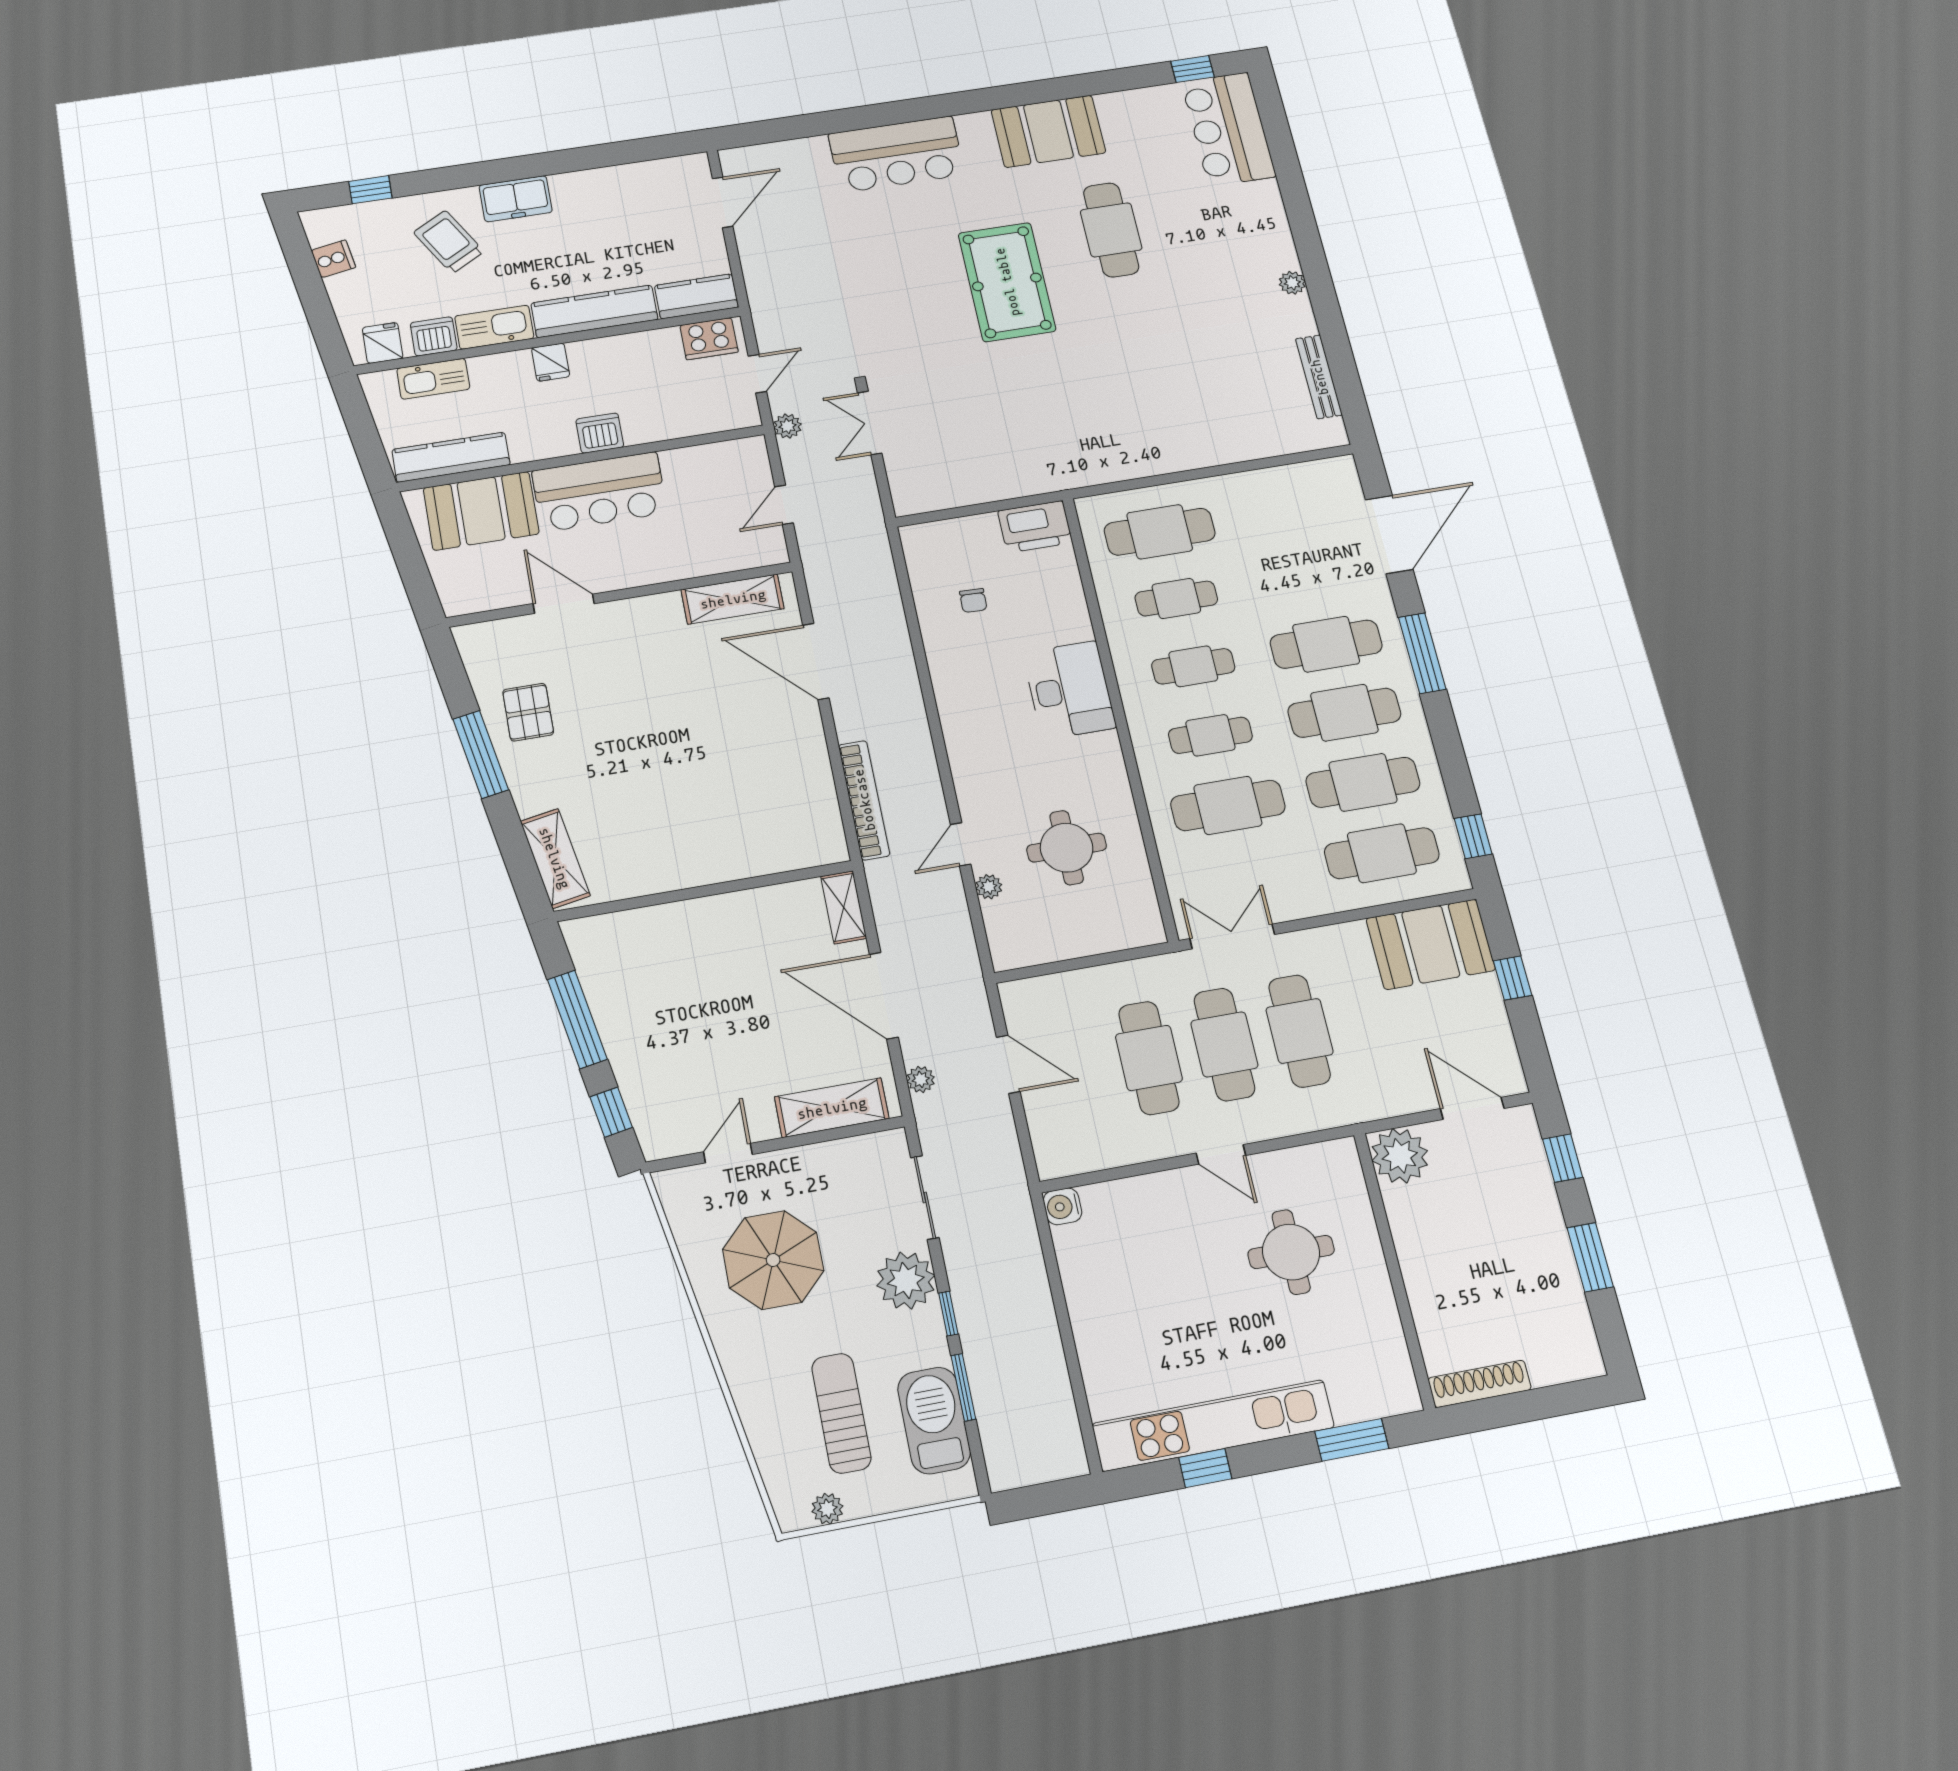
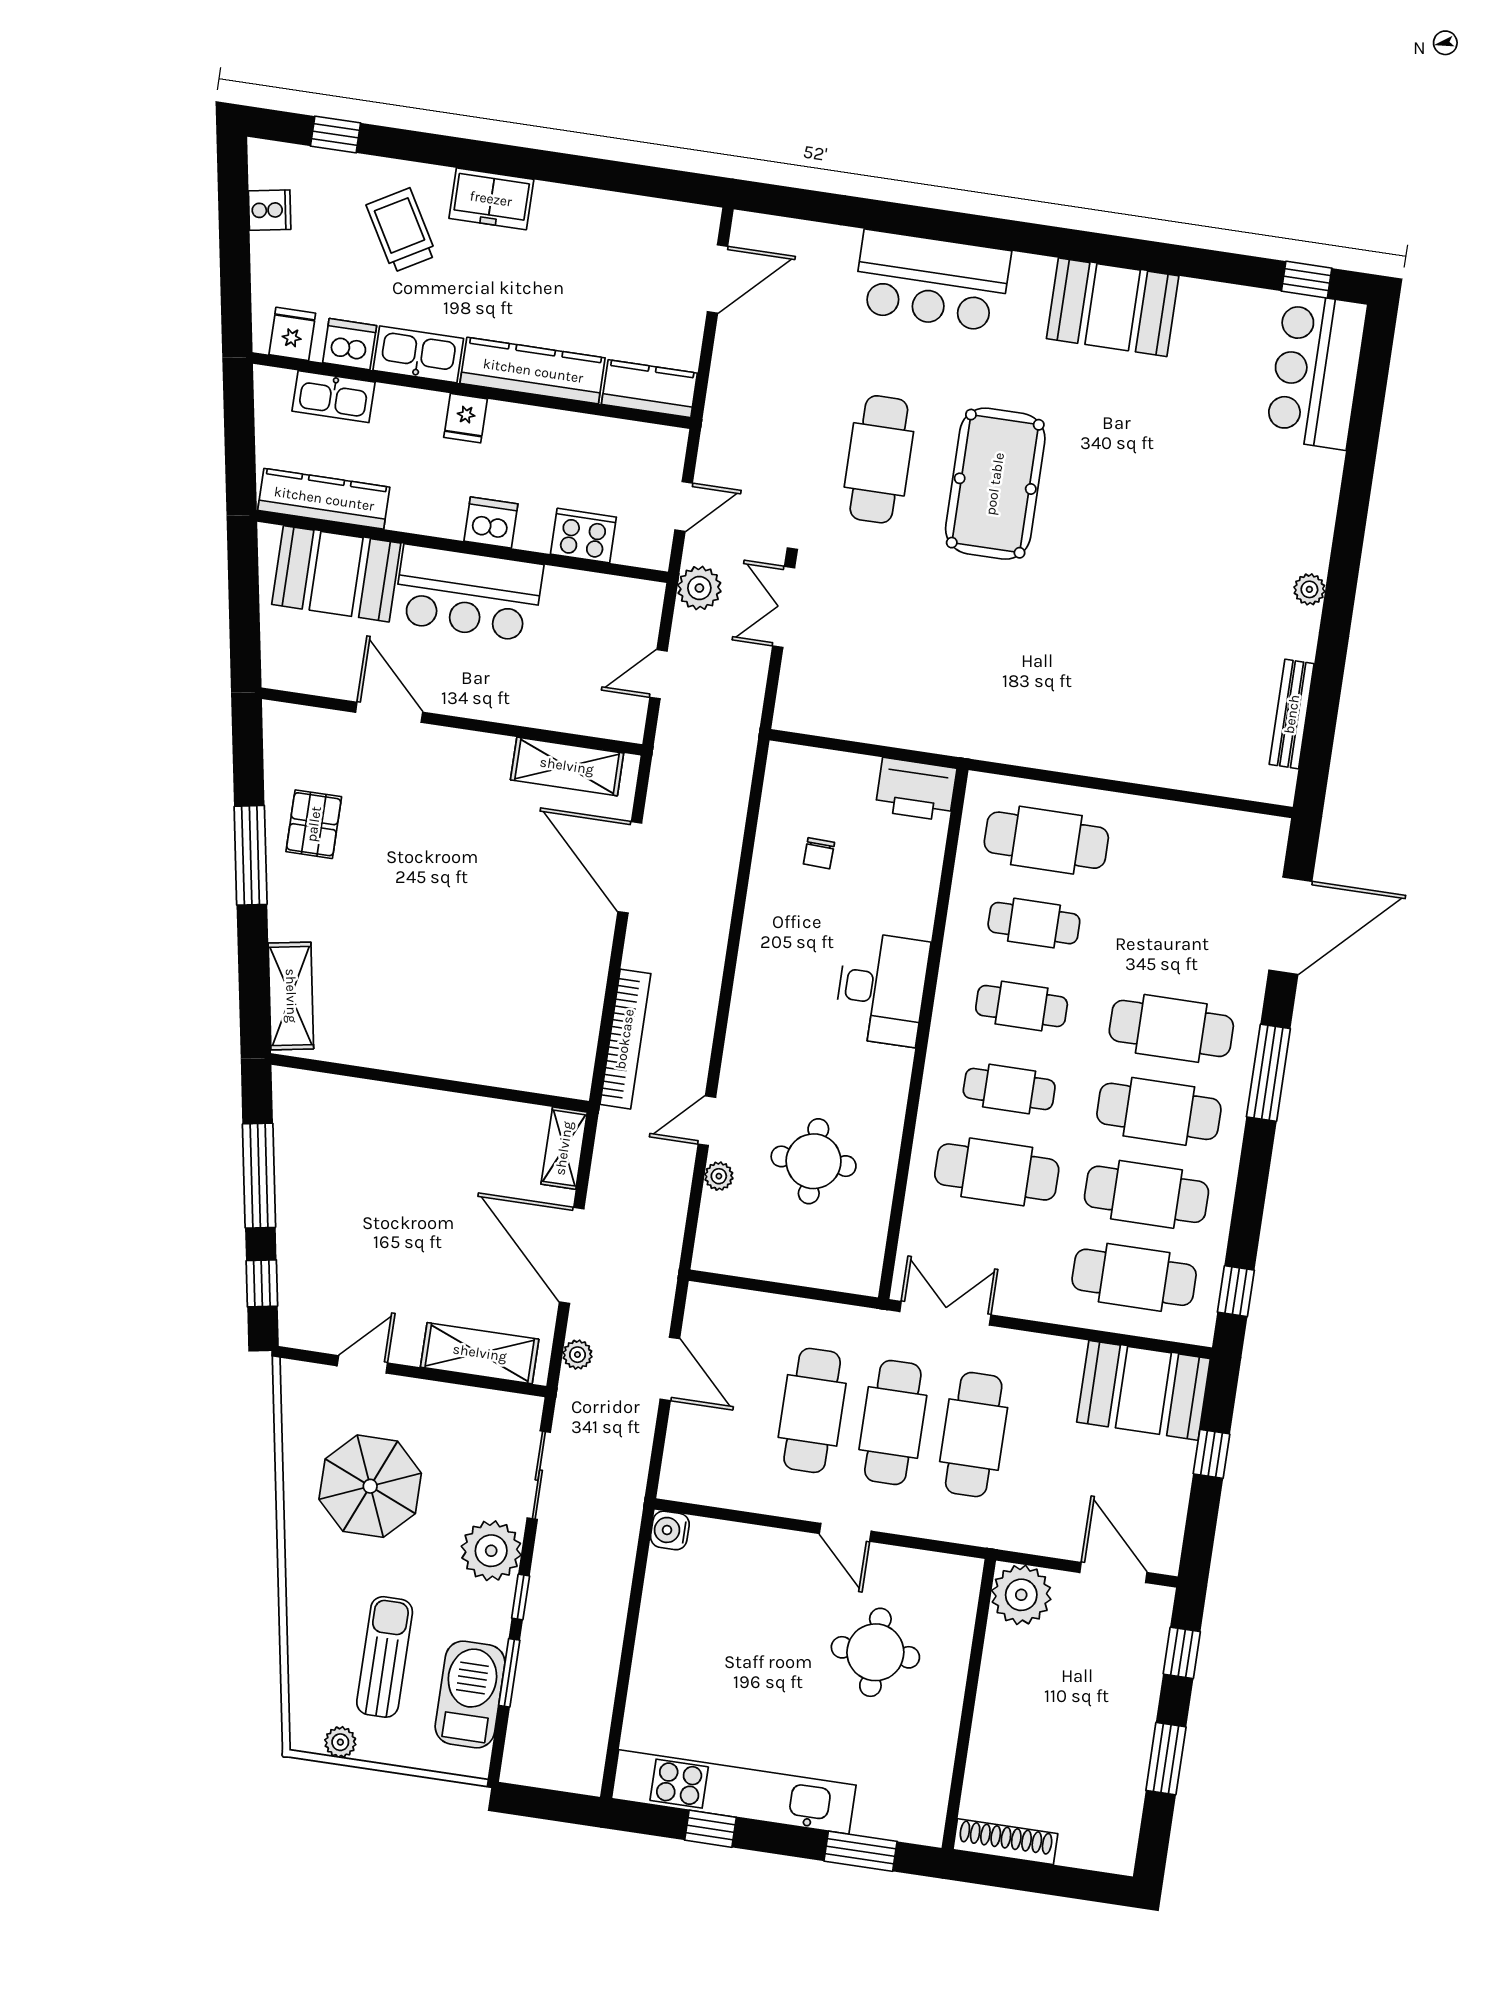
cafe table: (1111, 230) -> (879, 459), moved
cooker: (709, 339) -> (583, 536), moved, turned 180
plant: (788, 426) -> (699, 588), width x1.38, depth x1.38

